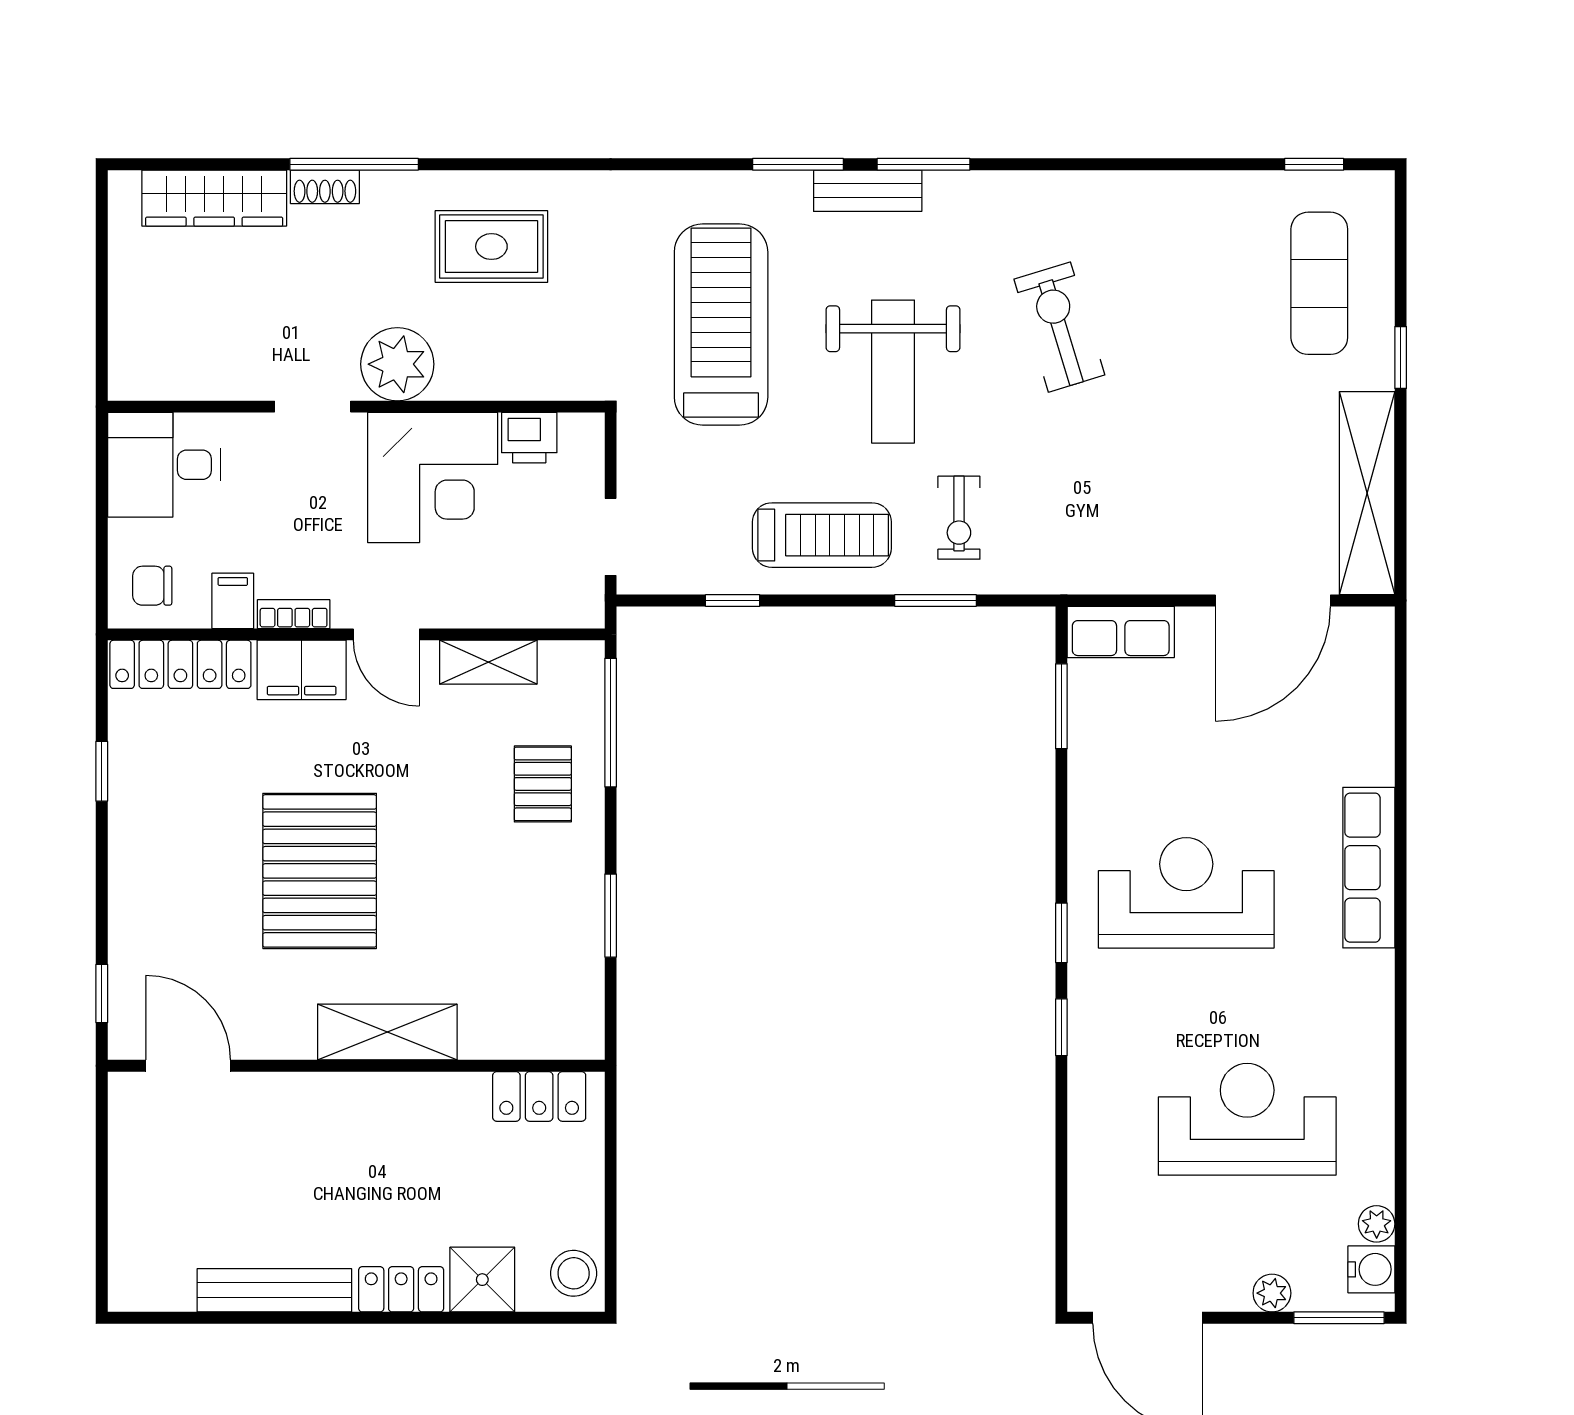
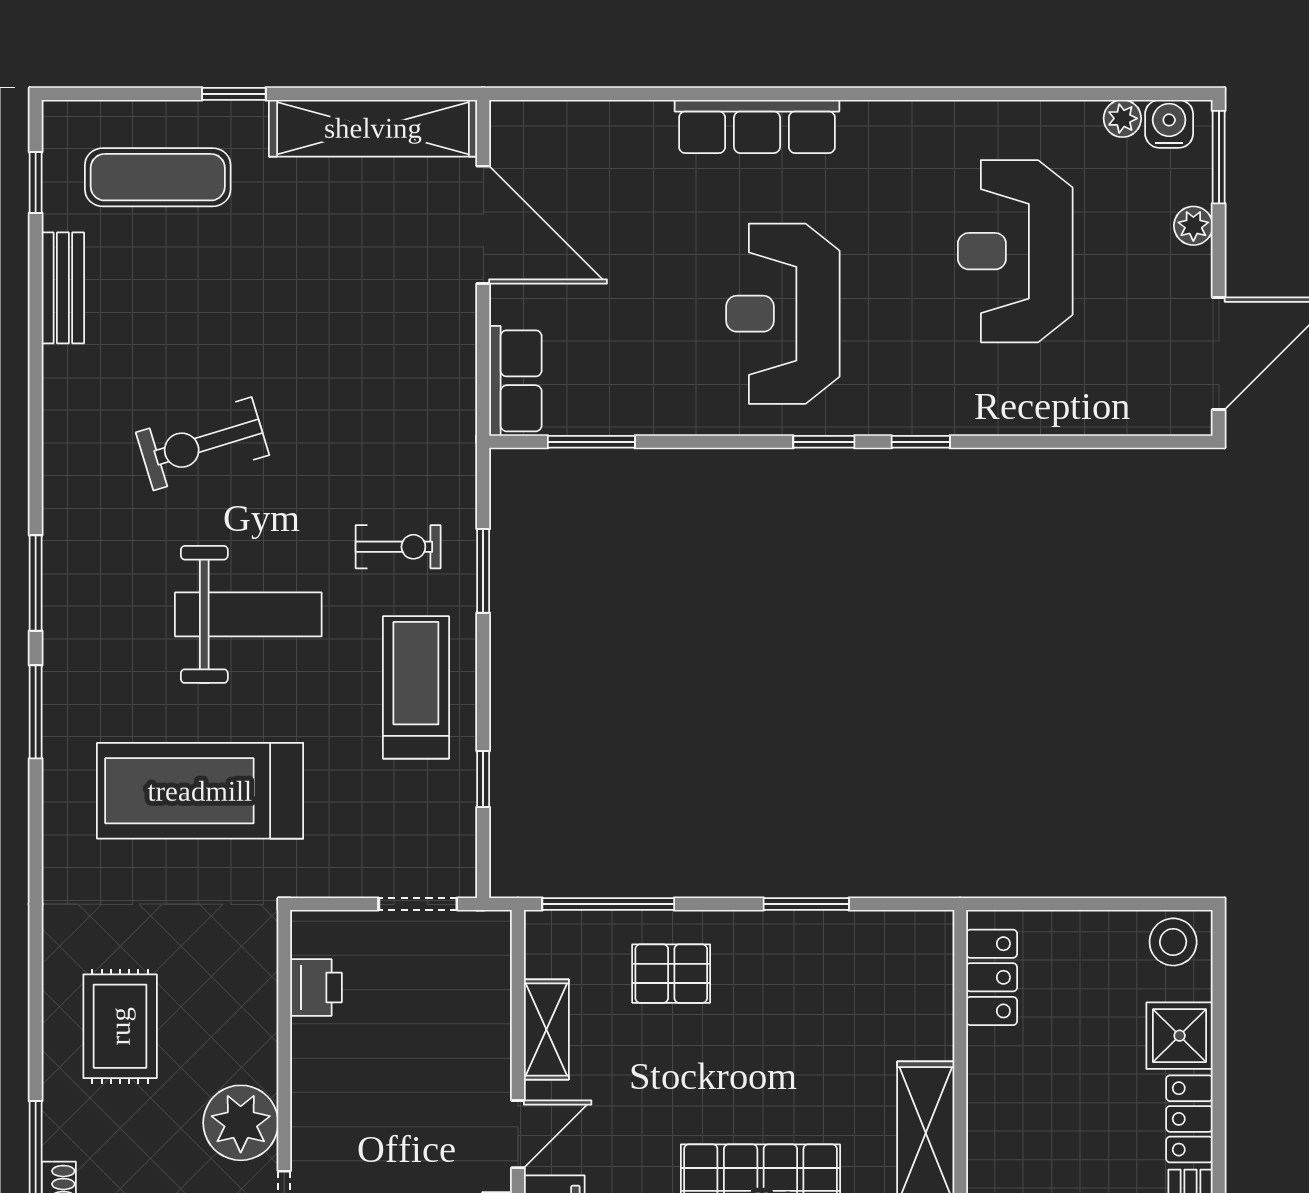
bench: (868, 191) -> (63, 288), moved
corner desk: (433, 478) -> (357, 1087), removed

